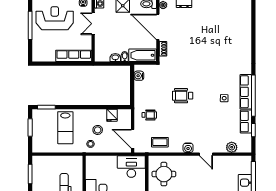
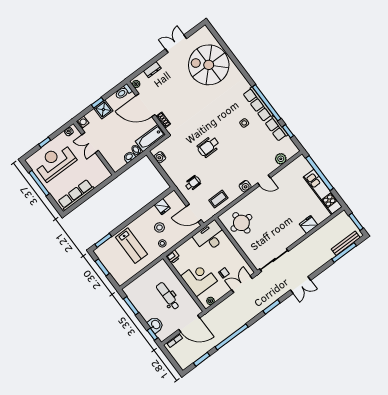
spiral stairs: (230, 32) -> (209, 65), added
row of seats: (74, 56) -> (76, 195), moved
printer: (91, 160) -> (173, 257), added

